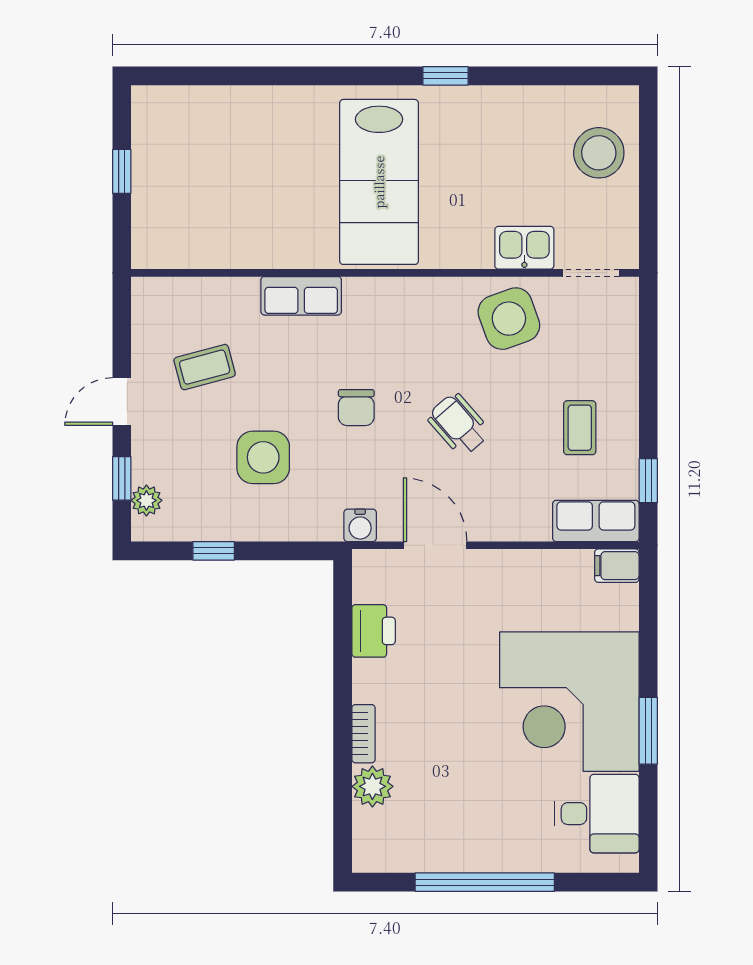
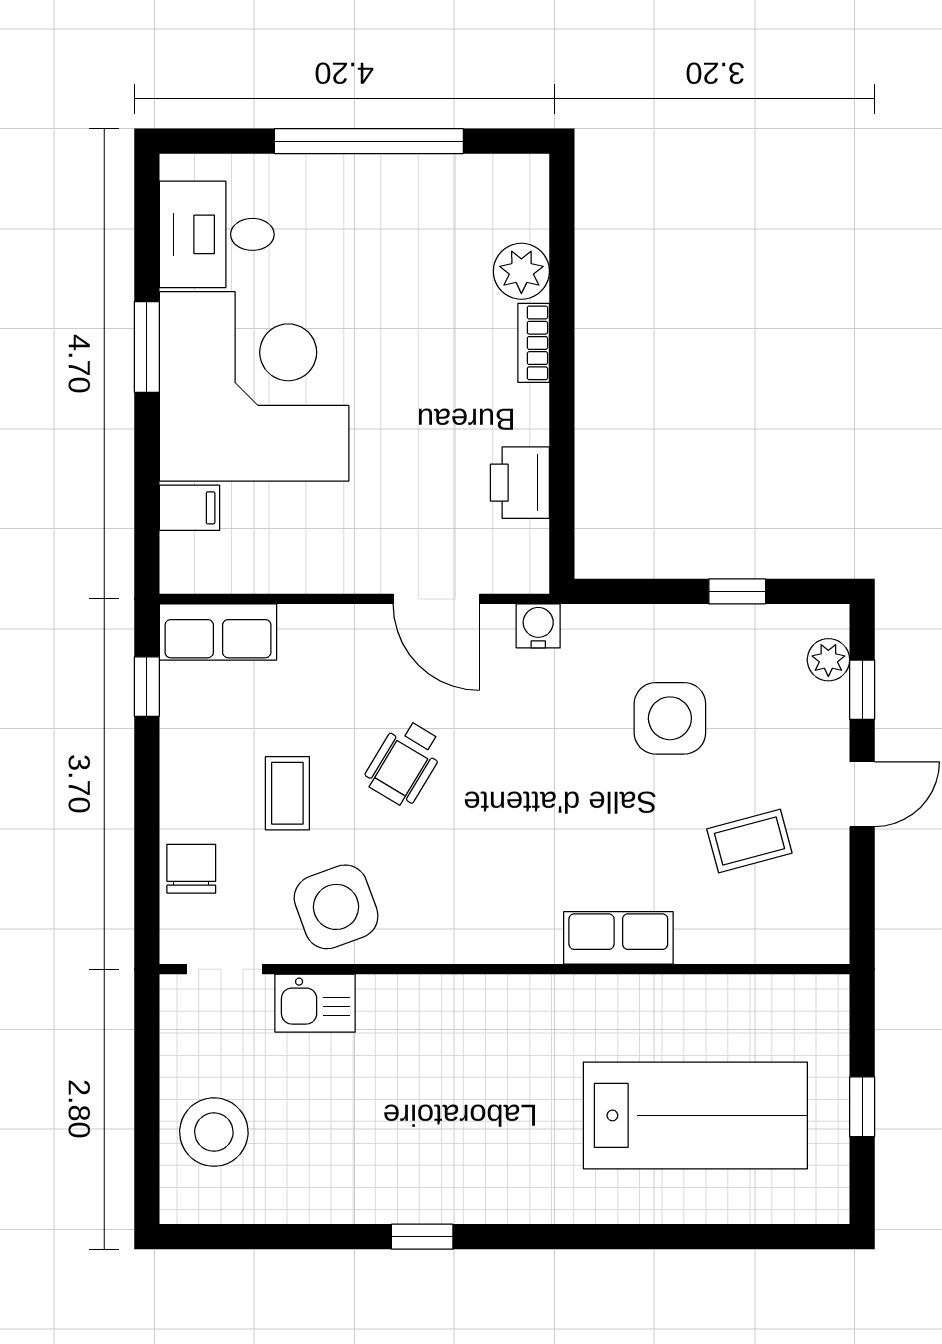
lab bench: (379, 182) -> (695, 1115), moved, turned 90
chair: (356, 408) -> (191, 869), moved
wheelchair: (459, 425) -> (404, 763), turned 72
coffee table: (580, 428) -> (287, 793), moved
filing cabinet: (617, 566) -> (189, 508), moved

